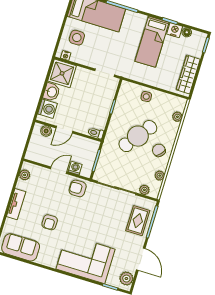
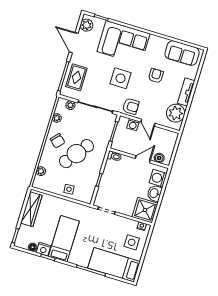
door: (59, 170) -> (148, 123), hinge flipped
plant: (25, 175) -> (176, 113), width x1.87, depth x1.87
side table: (89, 220) -> (121, 78), added

